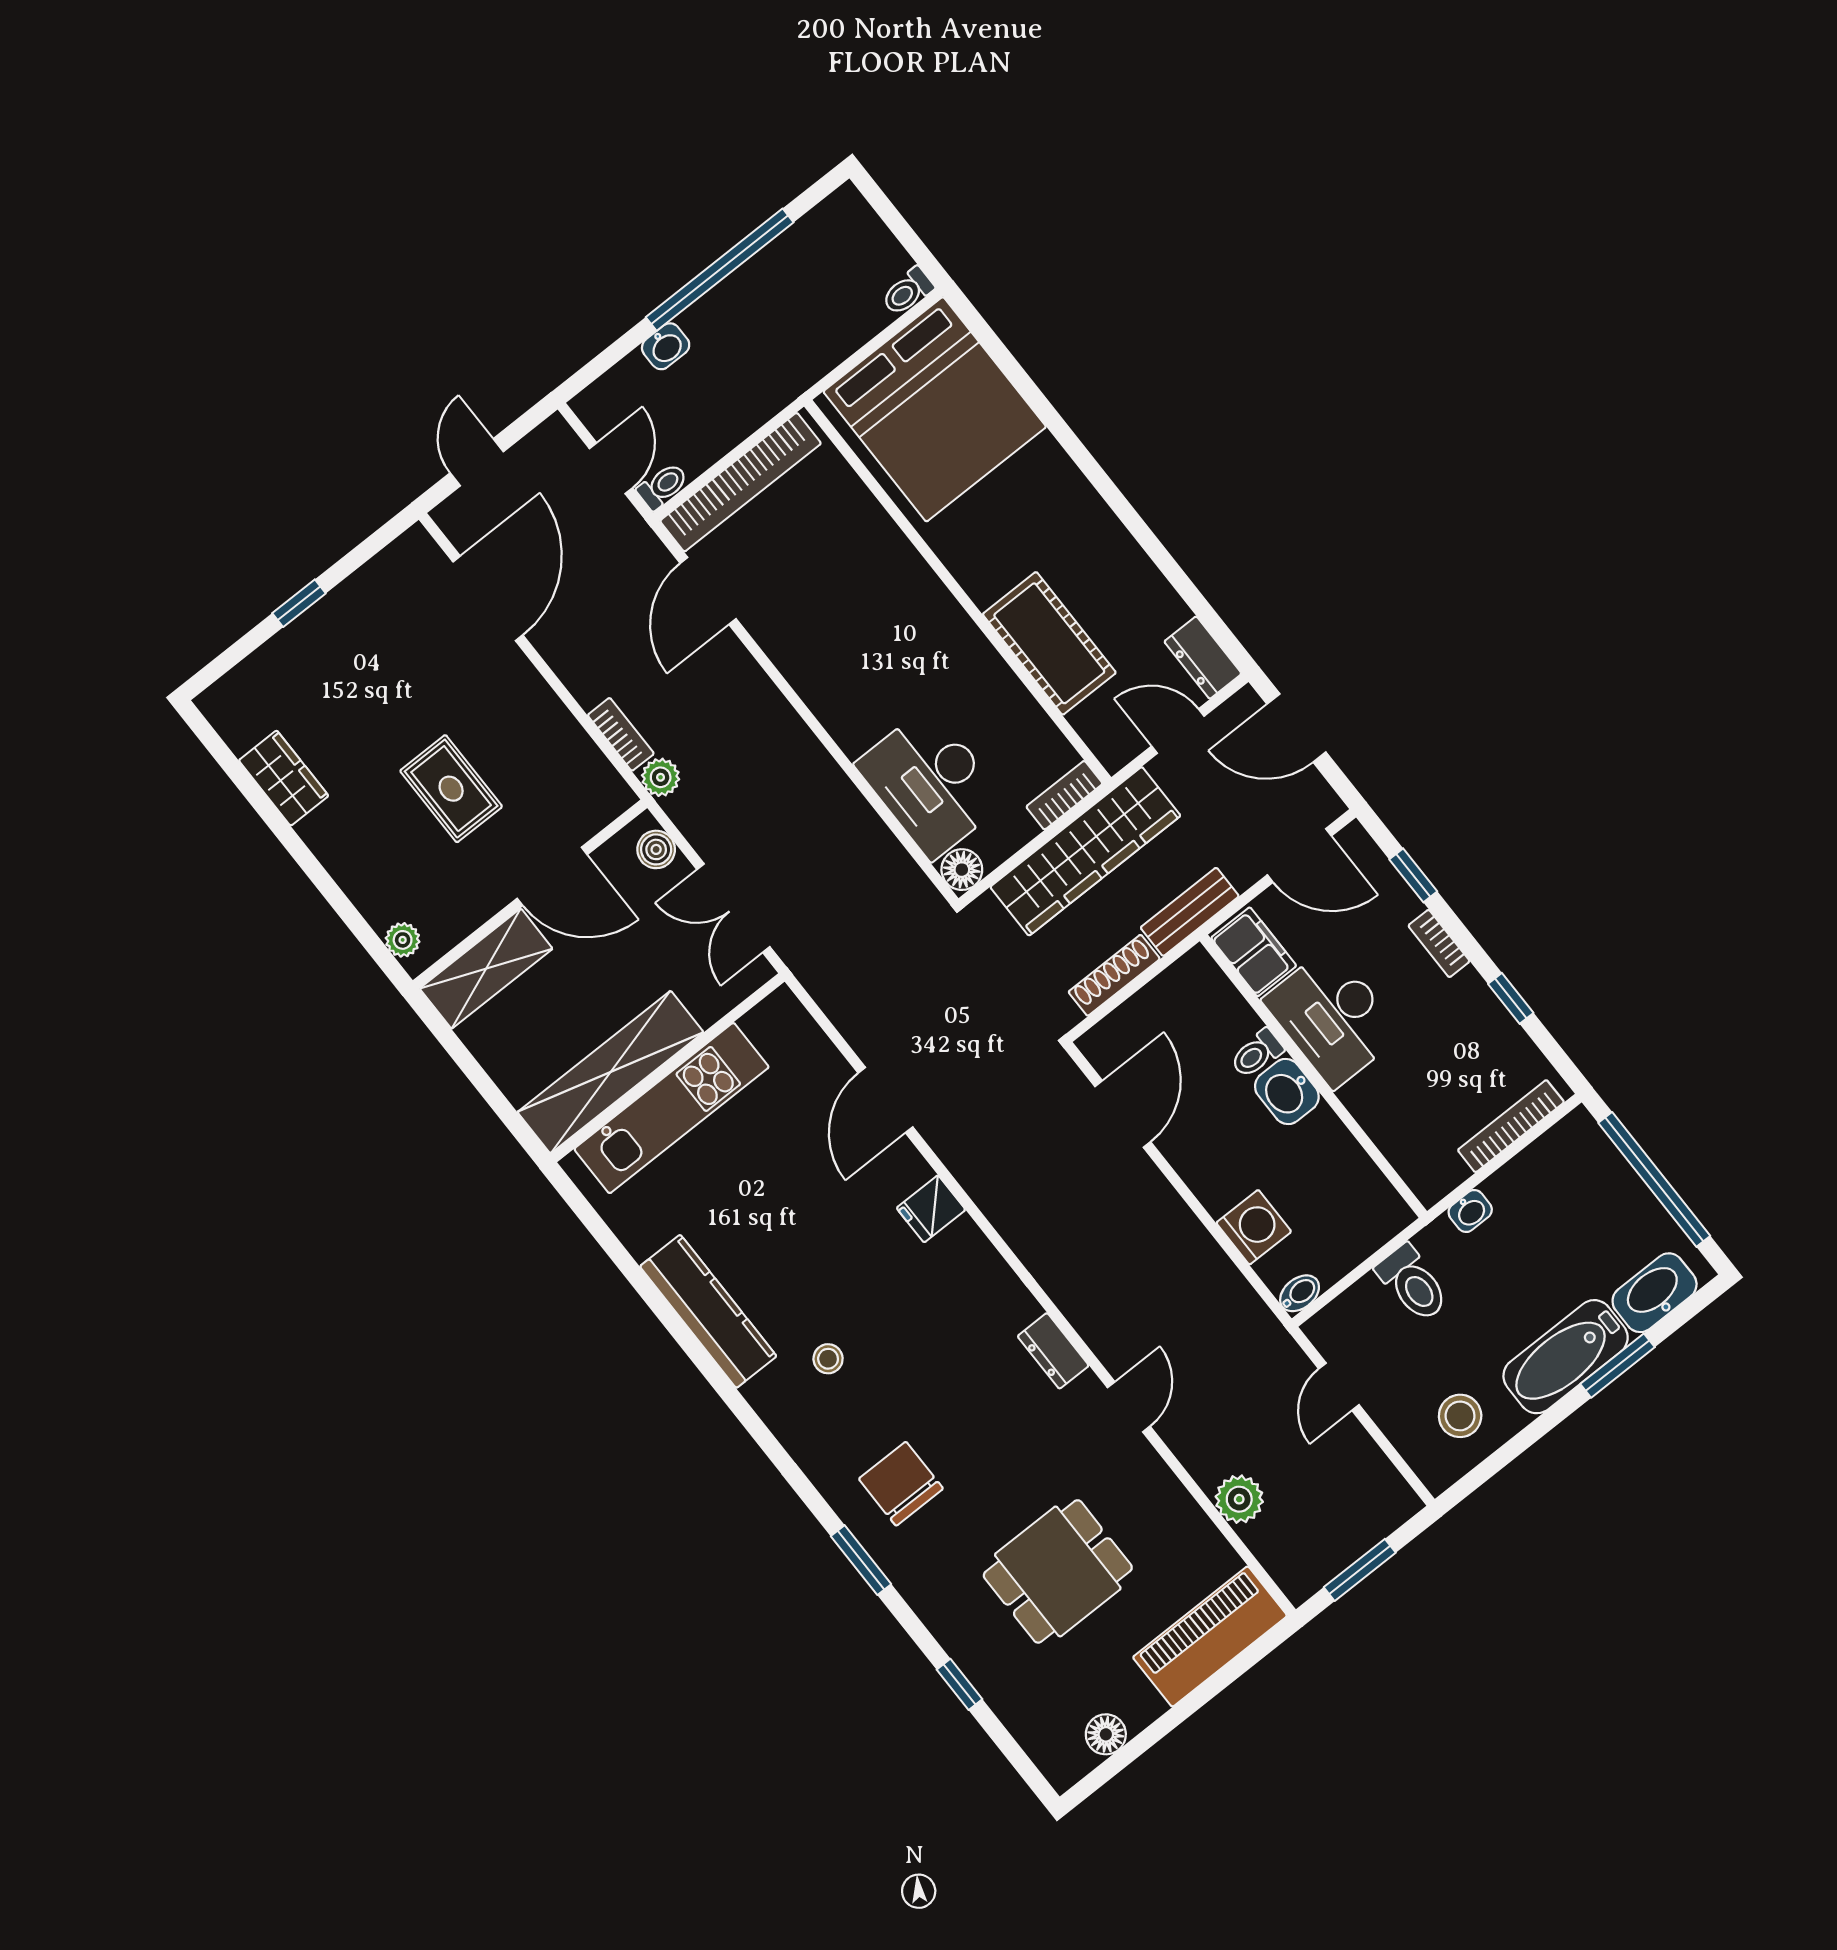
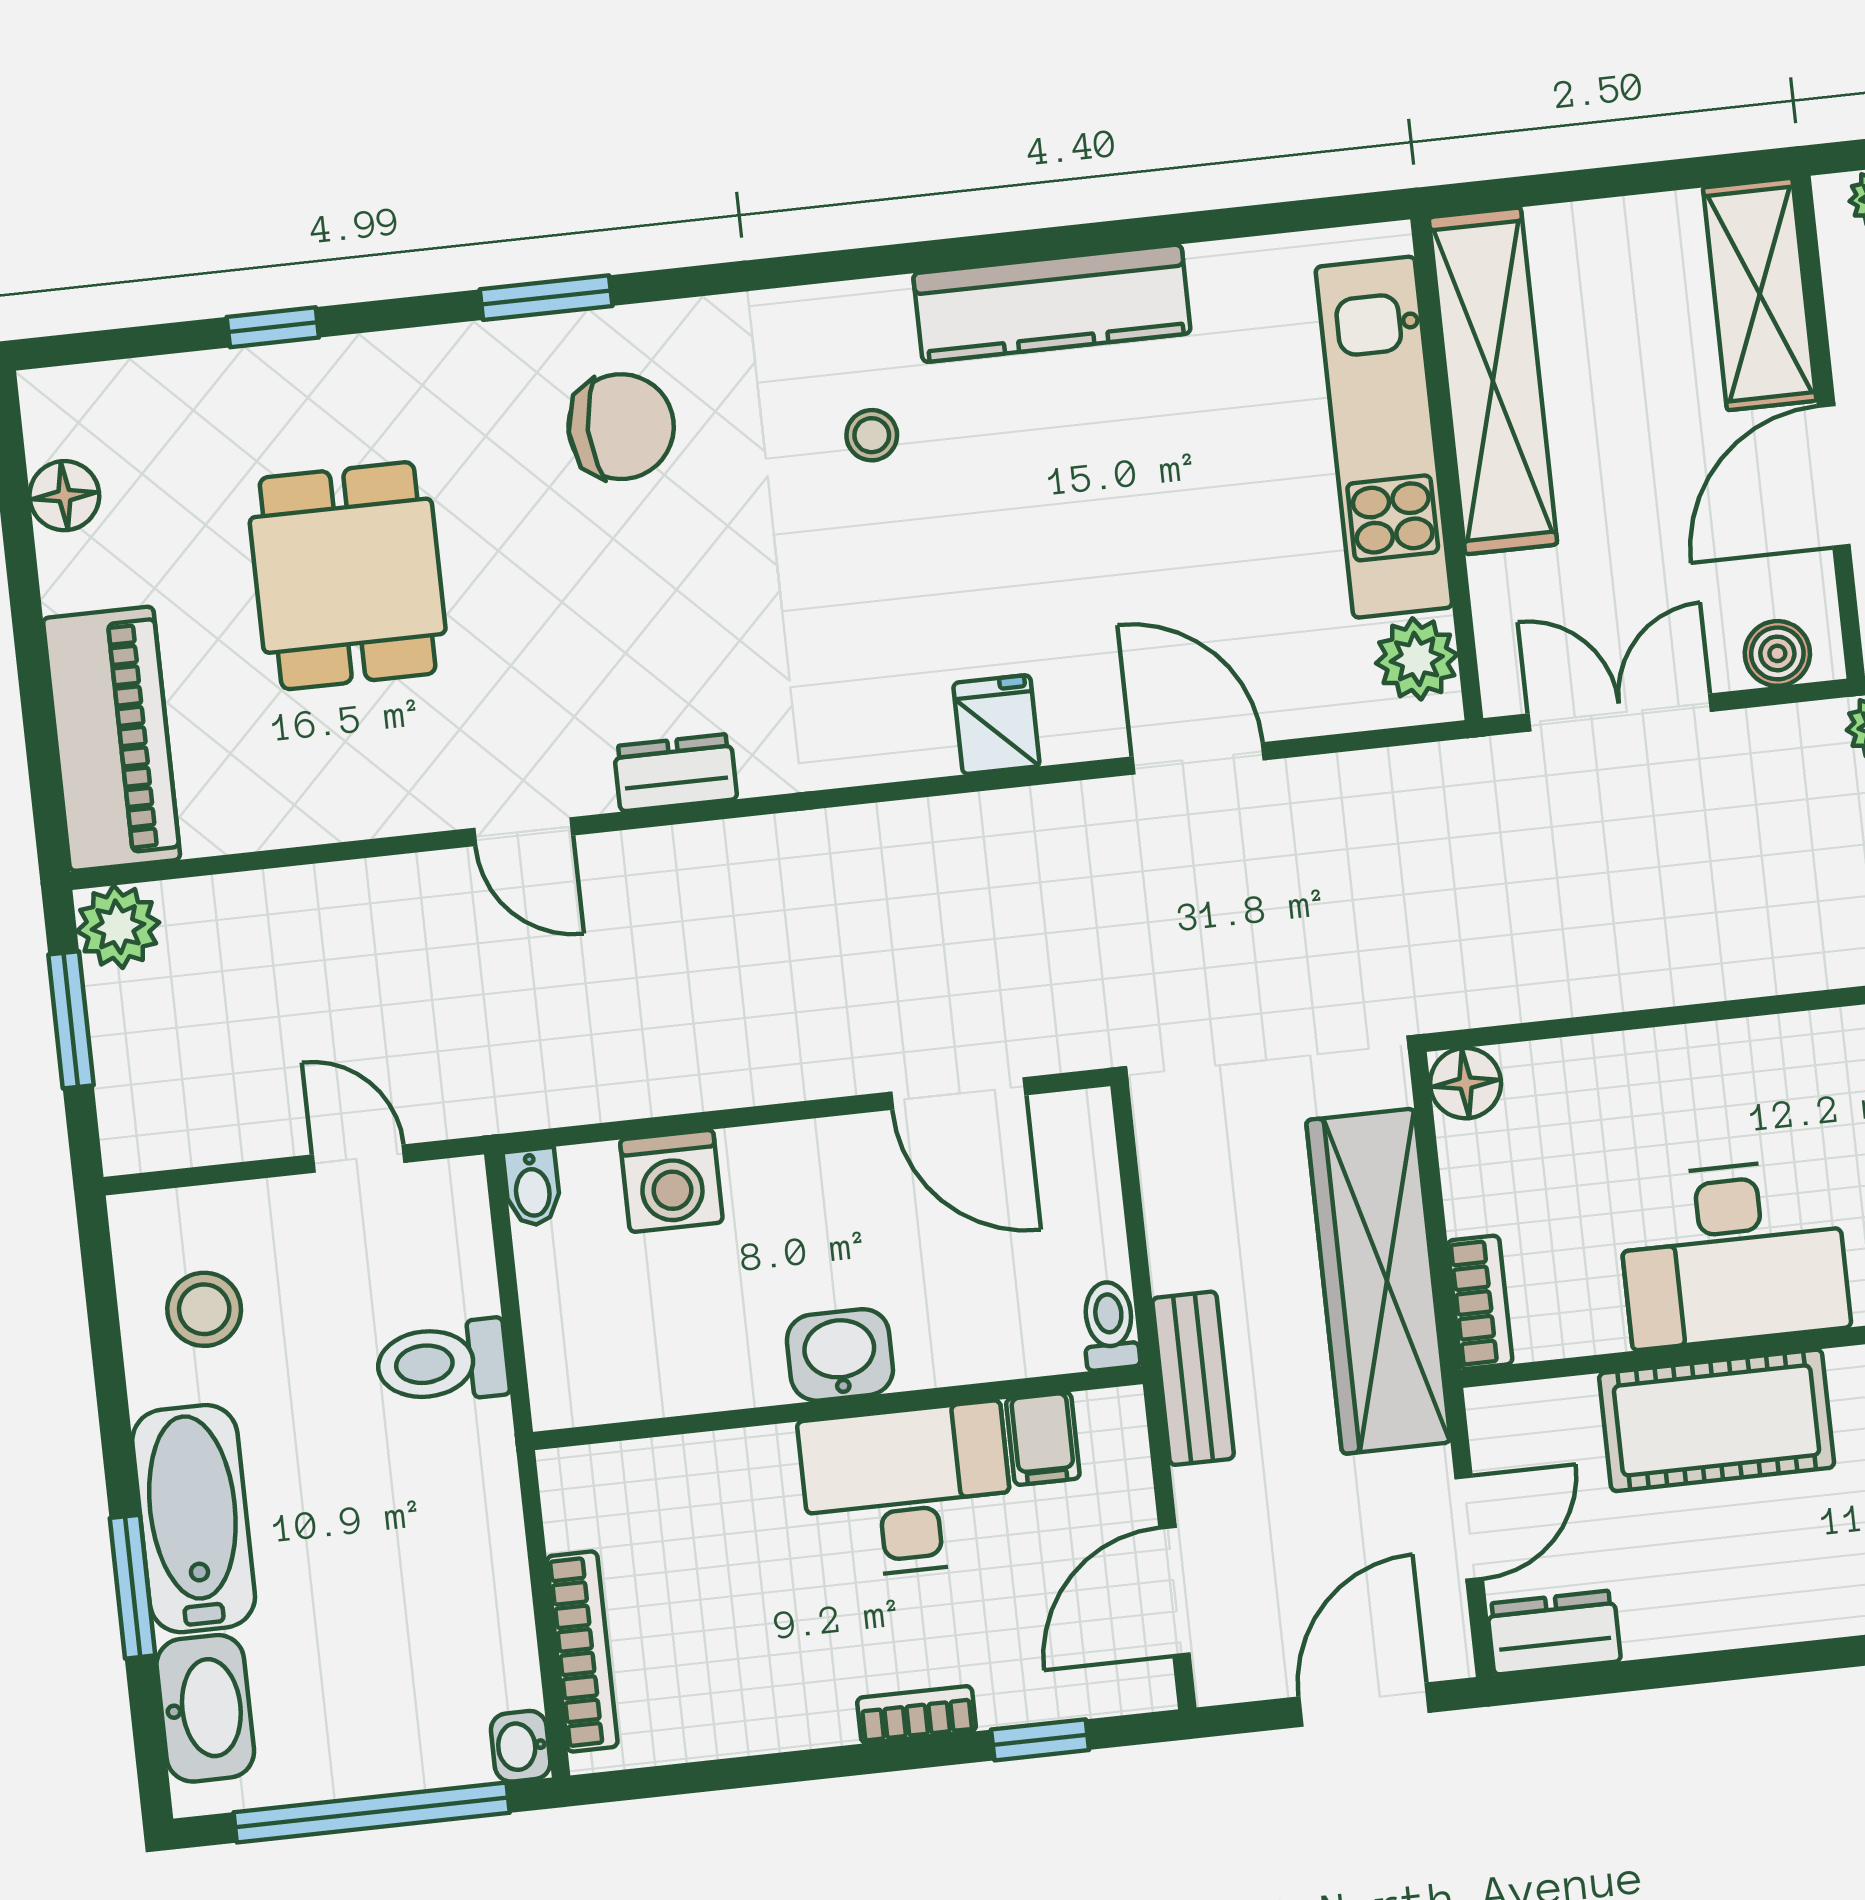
desk: (931, 783) -> (1733, 1253), moved, turned 180
filing cabinet: (1254, 952) -> (1043, 1439), width x0.50
shoe rack: (1114, 975) -> (1170, 1209), removed
window: (1511, 998) -> (770, 1769), removed
plant: (770, 1024) -> (1417, 659), added
toilet: (1257, 1054) -> (1110, 1326), moved
washbasin: (1470, 1211) -> (521, 1746), moved
plant: (1239, 1499) -> (118, 927), moved

